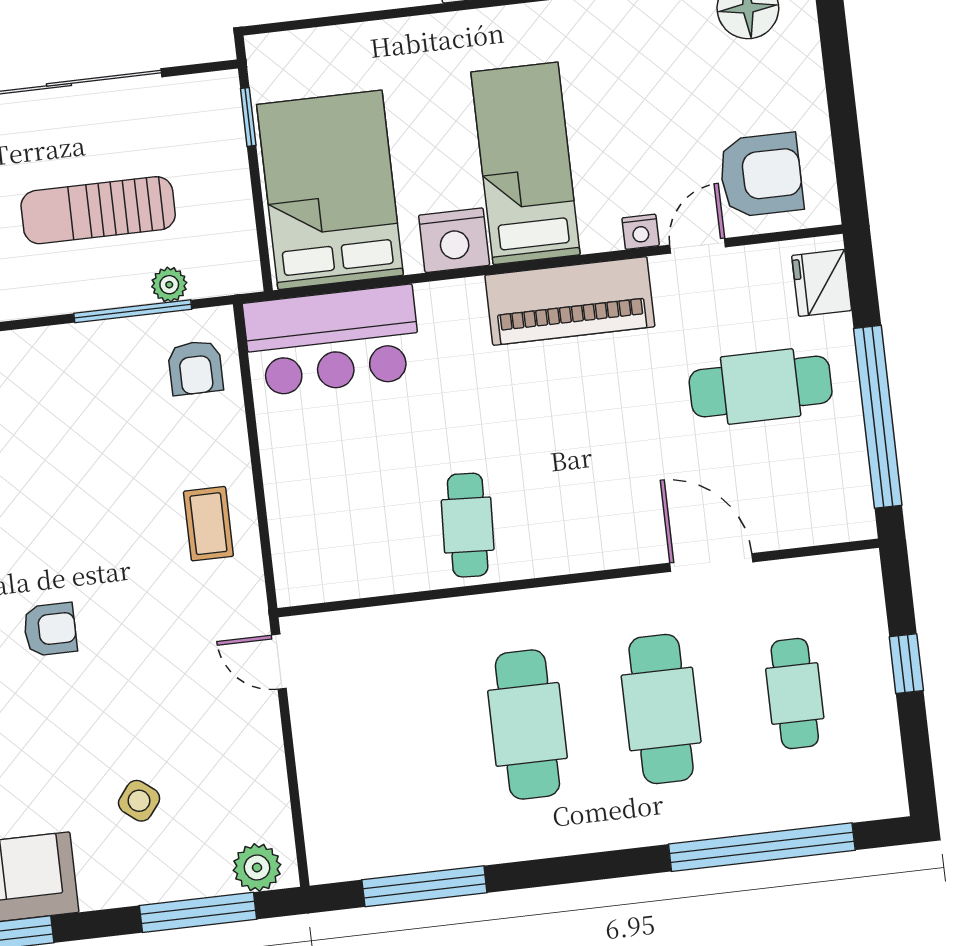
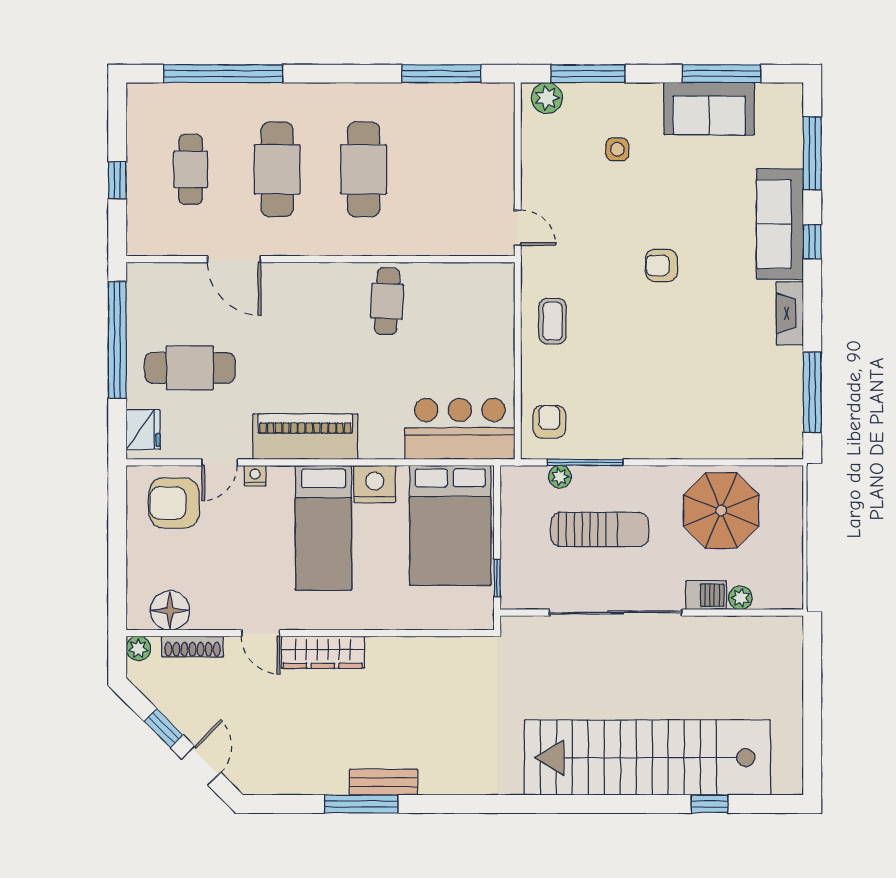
side table: (139, 801) -> (617, 149), turned -38

